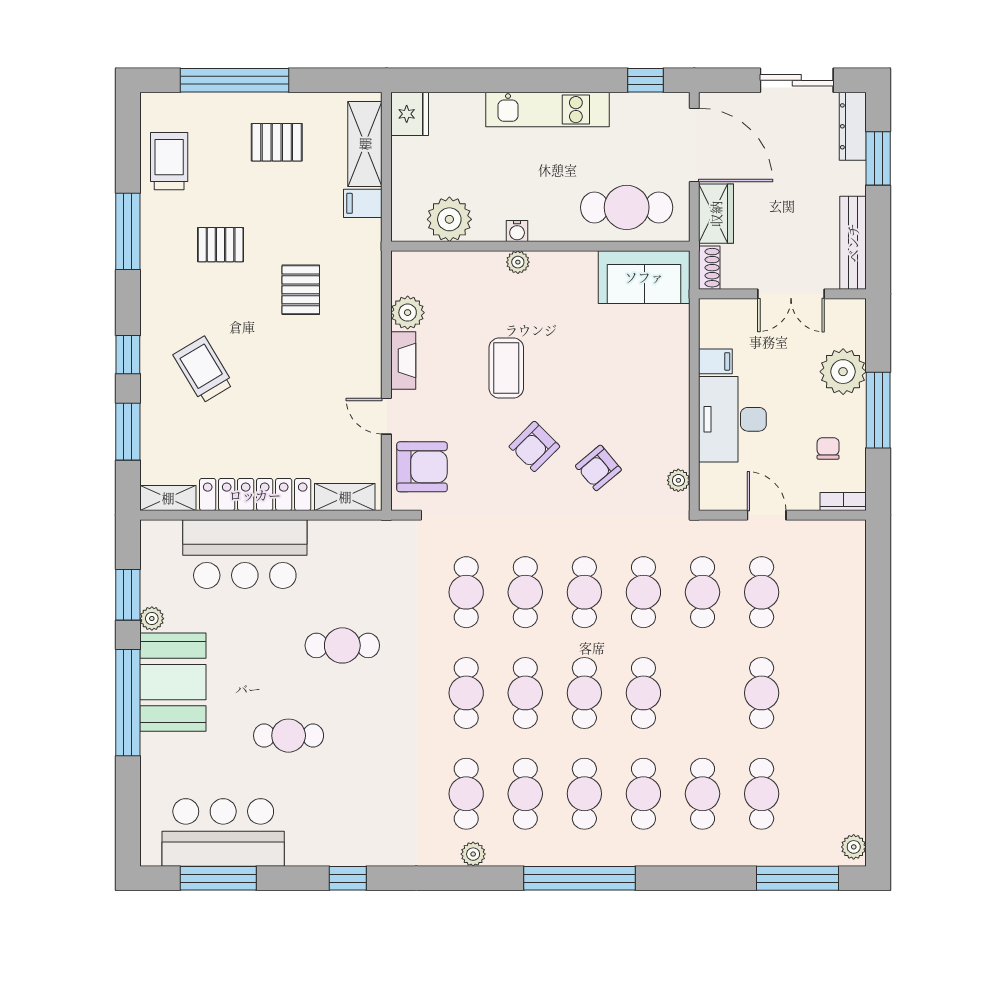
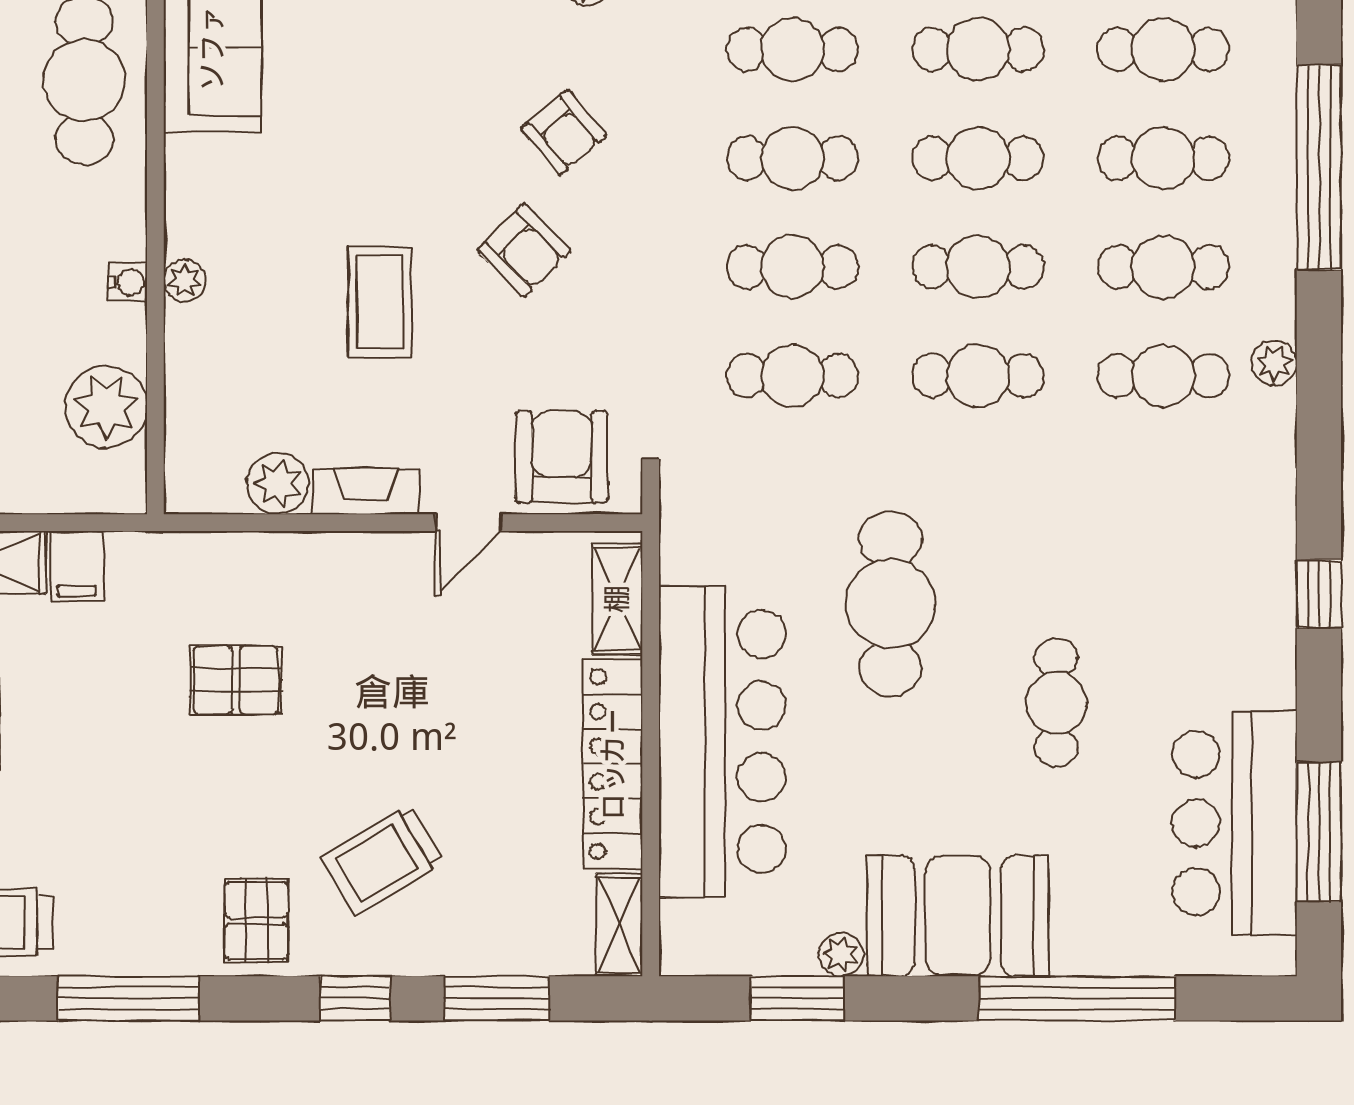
pallet: (221, 245) -> (256, 921), moved
coffee table: (506, 368) -> (380, 302), turned 90
bar counter: (245, 554) -> (722, 742), width x1.36
cafe table: (342, 645) -> (891, 604), width x1.37, depth x1.35
window: (128, 703) -> (1077, 998), moved

